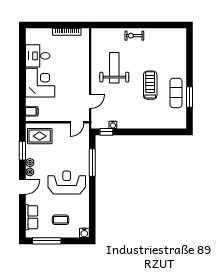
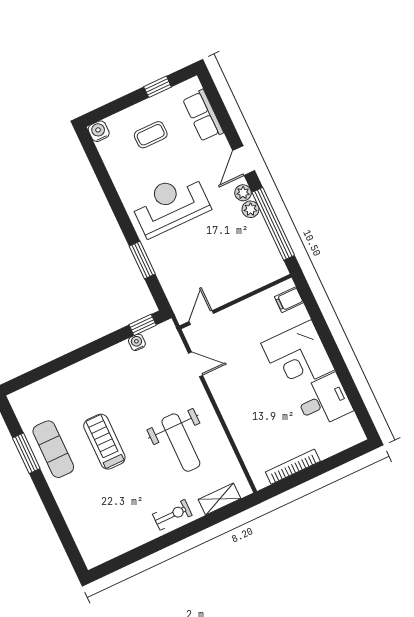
shelving: (109, 33) -> (219, 499), added
treadmill: (150, 85) -> (104, 442), turned 180
door: (90, 102) -> (196, 364), swing flipped
rug: (40, 136) -> (255, 263), removed
window: (22, 151) -> (273, 224), width x2.11
window: (92, 162) -> (142, 260), width x0.69
reception desk: (67, 183) -> (170, 204), turned 180
window: (47, 241) -> (158, 87), width x0.46

